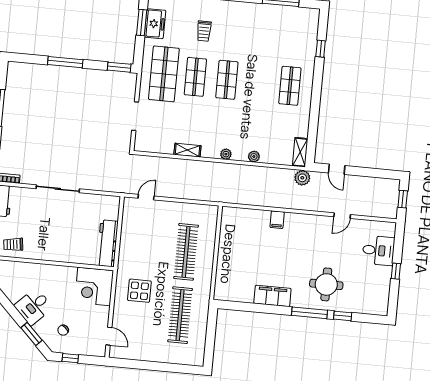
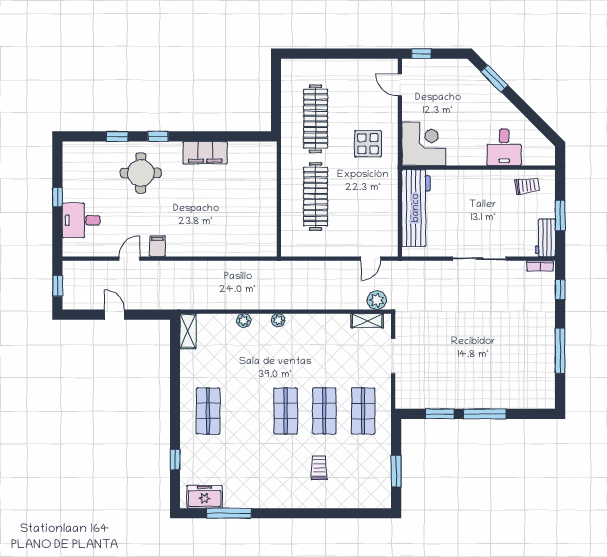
freezer: (155, 24) -> (205, 497), moved, turned 90
window: (119, 67) -> (440, 414), moved
shop shelf: (164, 74) -> (363, 411), width x0.70, depth x0.74
shelving: (187, 150) -> (367, 321), moved
door: (337, 169) -> (115, 315), moved
plant: (302, 178) -> (377, 300), moved
filing cabinet: (277, 220) -> (157, 246), moved
workbench: (107, 243) -> (416, 208), width x1.36, depth x1.32
desk: (34, 307) -> (504, 147), moved, turned 135
window: (309, 313) -> (158, 136), width x0.46
chair: (63, 330) -> (456, 87), removed
window: (70, 358) -> (421, 54), moved

